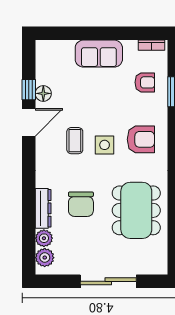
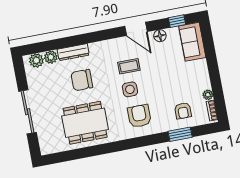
plant: (130, 47) -> (208, 95), added
sofa: (99, 54) -> (192, 42), moved
window: (29, 90) -> (177, 21), moved
armchair: (141, 139) -> (139, 116), turned 180

